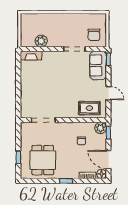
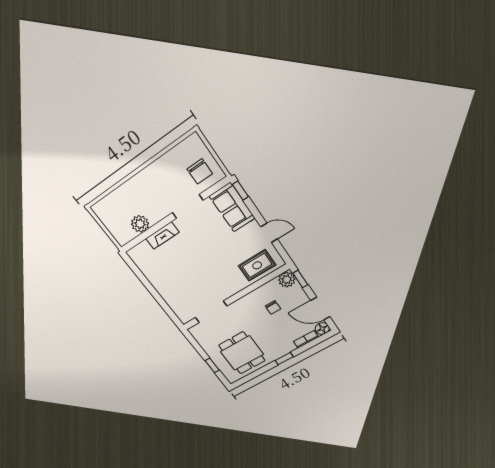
fireplace: (31, 56) -> (162, 235), moved

